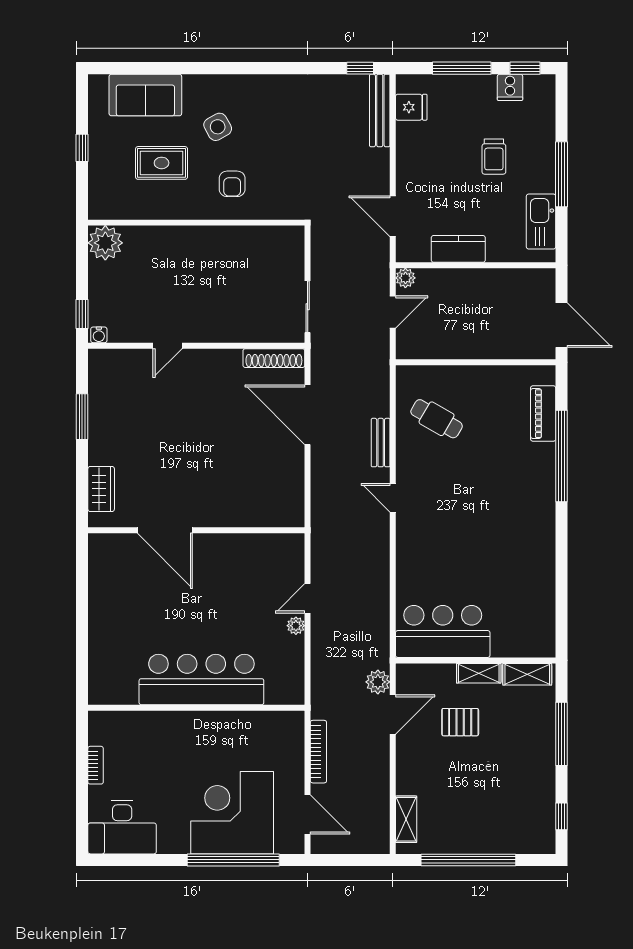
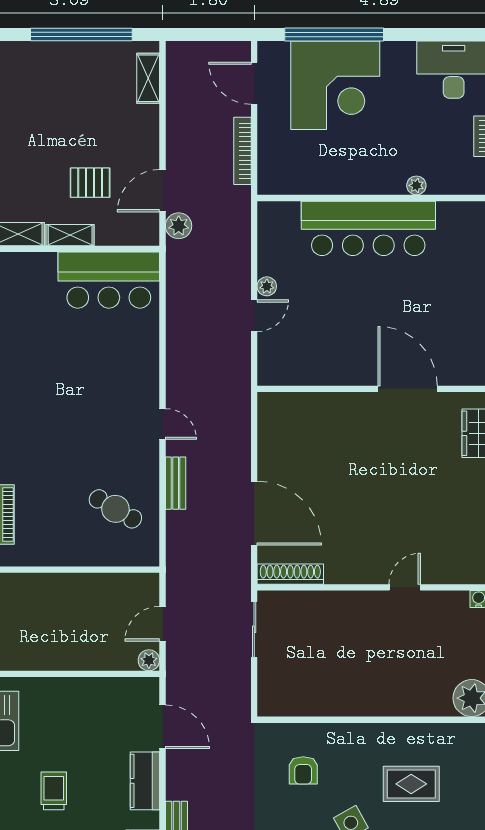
armchair: (232, 184) -> (303, 770), moved, turned 180
kitchen counter: (458, 249) -> (145, 781), moved, turned 90
plant: (157, 719) -> (416, 185), added

